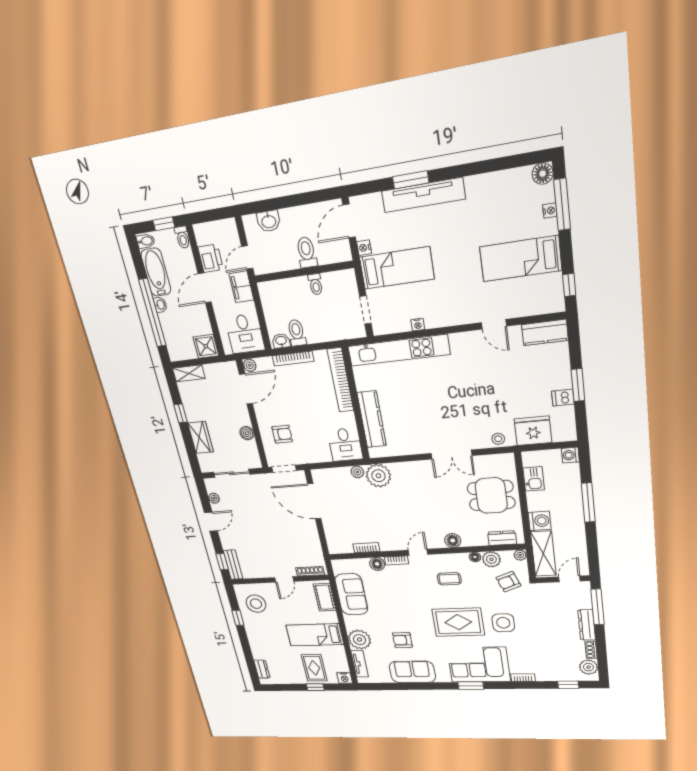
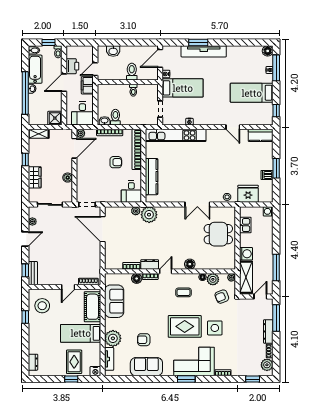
armchair: (282, 434) -> (116, 162), moved
window: (588, 503) -> (276, 268), moved
dresser: (502, 538) -> (150, 264), moved
cot: (325, 597) -> (92, 307), width x1.37, depth x1.34

